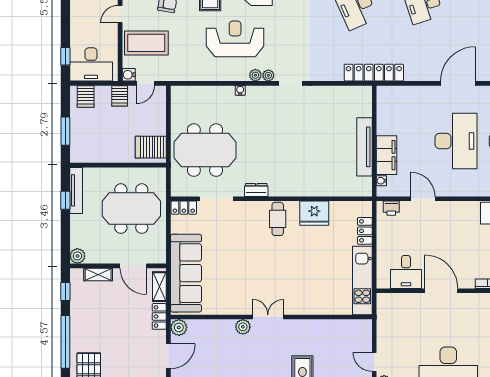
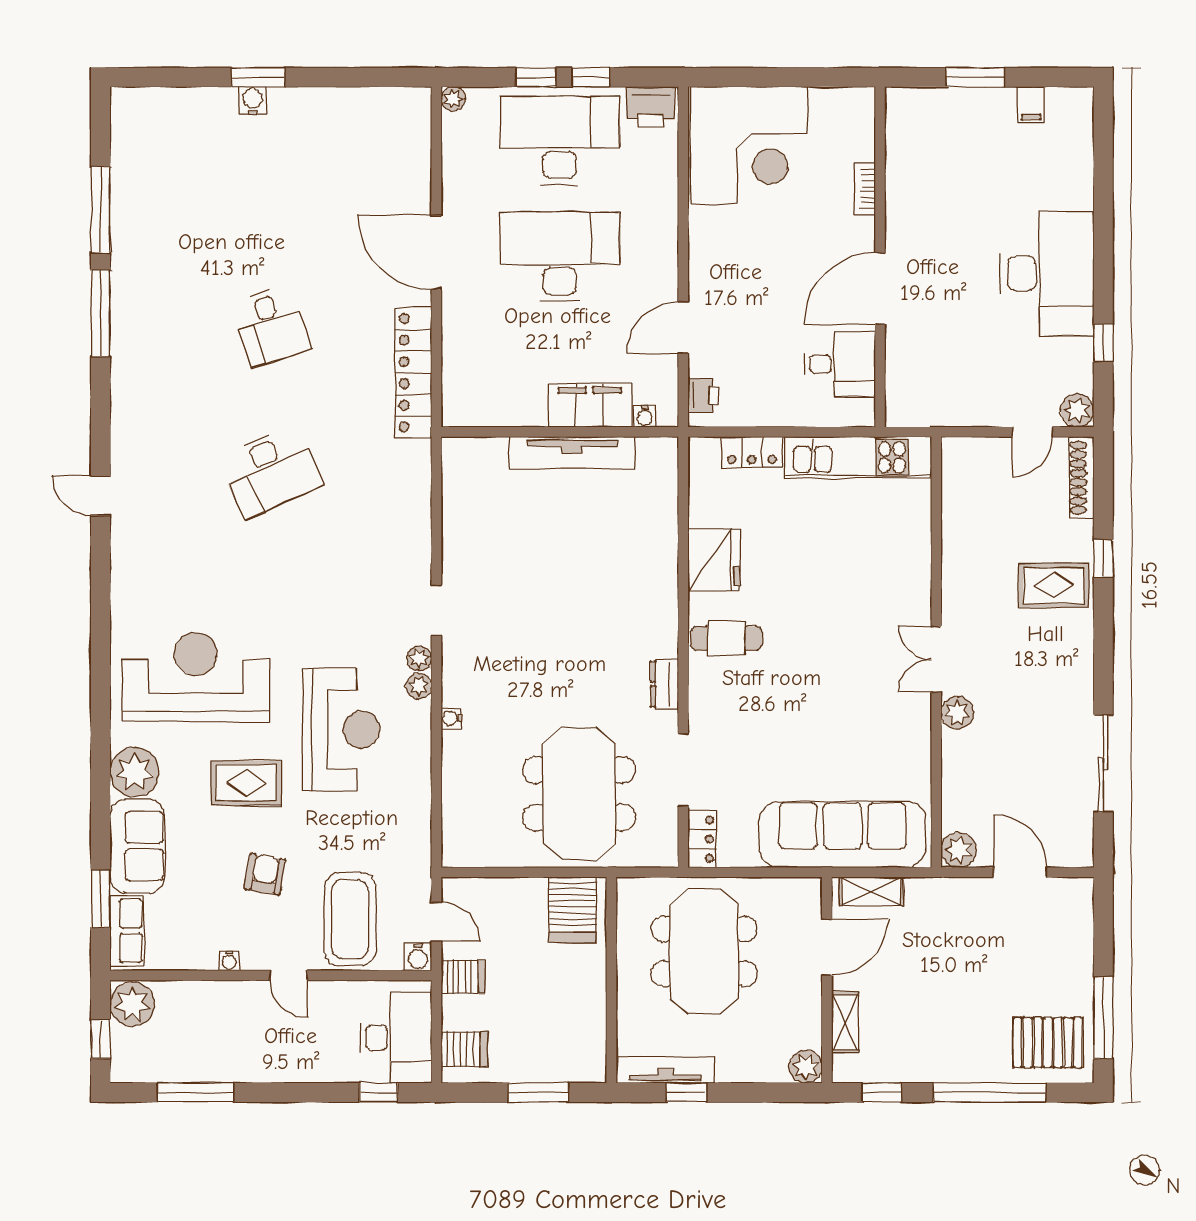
reception desk: (235, 39) -> (341, 730), turned 180
locker: (374, 73) -> (413, 373), moved
locker: (159, 316) -> (935, 892), removed

